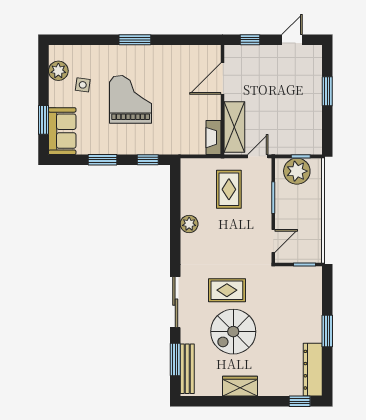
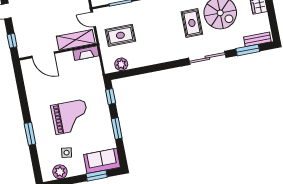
window: (135, 40) -> (30, 134), moved
grand piano: (131, 99) -> (70, 117), turned 180
plant: (189, 224) -> (121, 64), moved
bench: (187, 369) -> (257, 39), width x0.73

